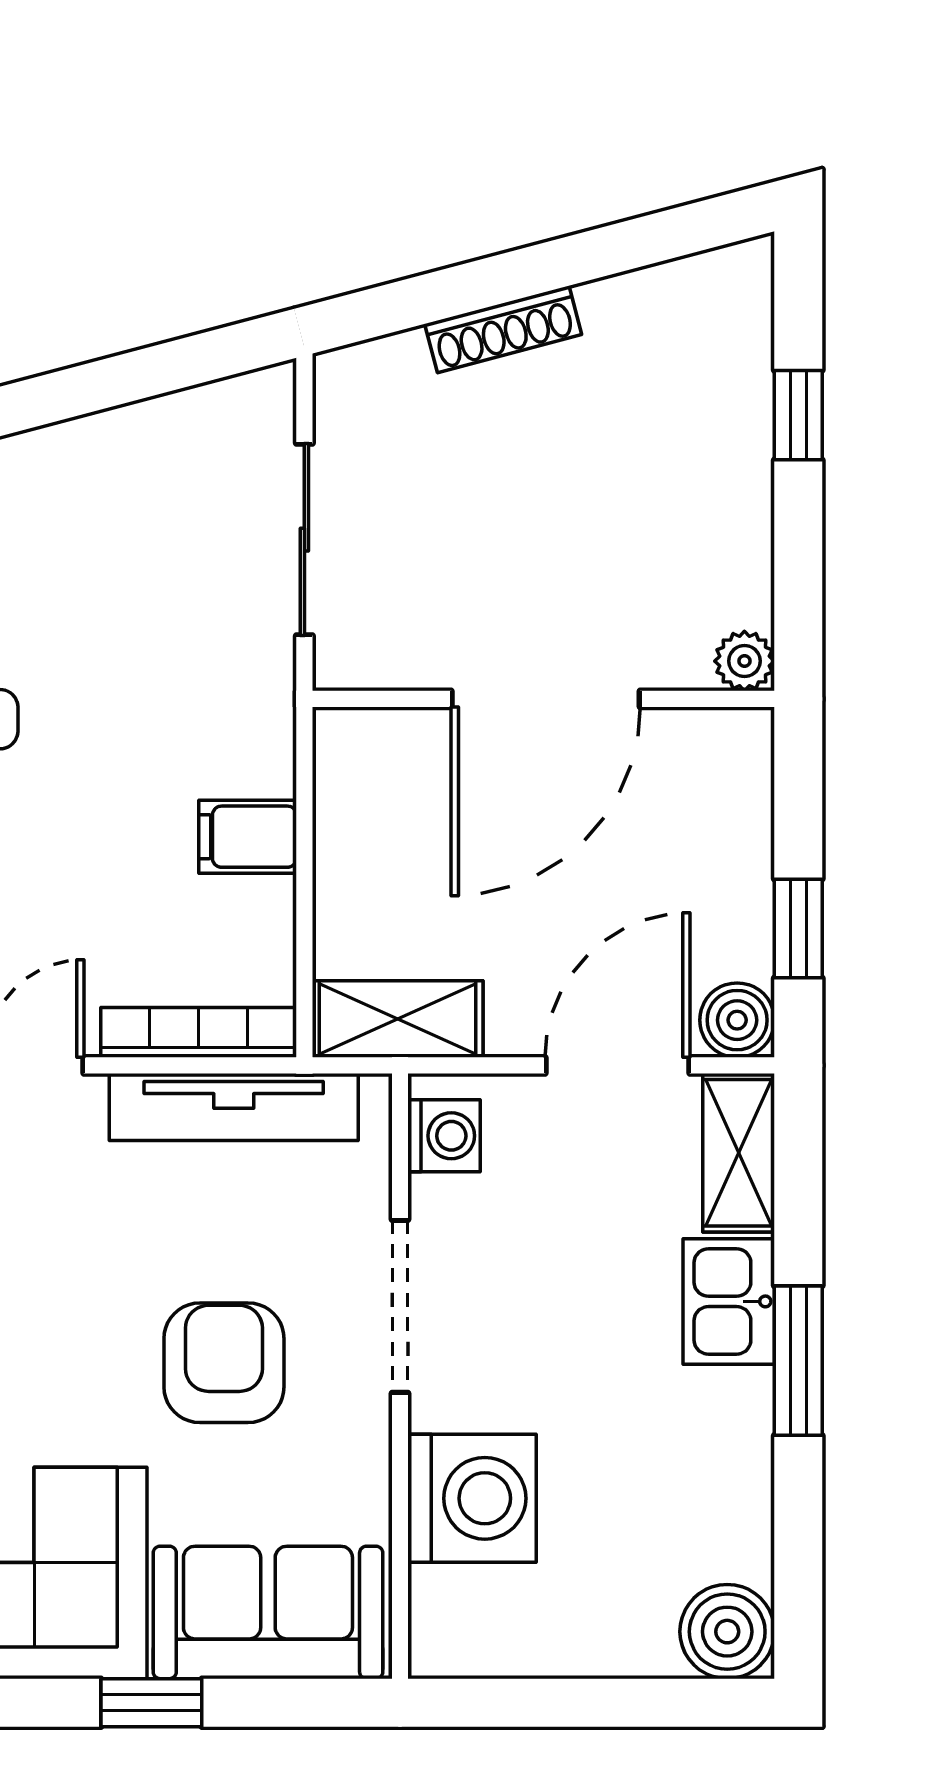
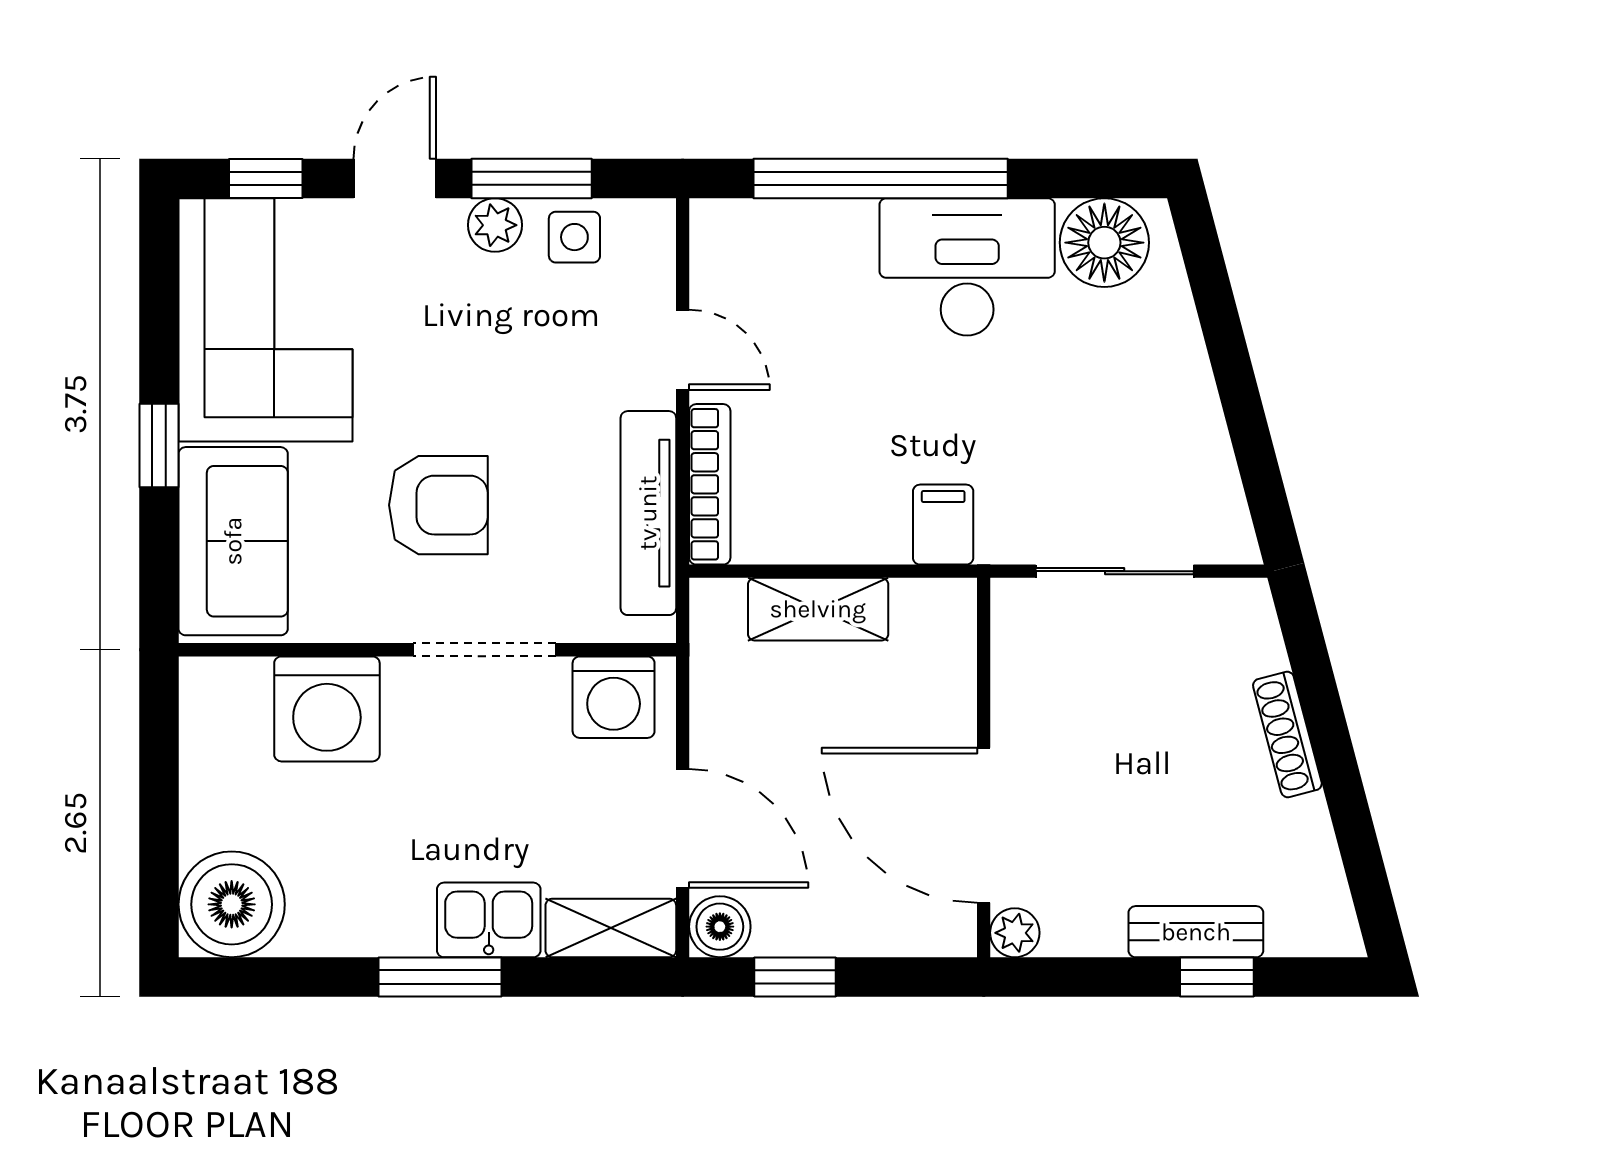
bench: (743, 441) -> (1196, 932), added
door: (546, 699) -> (984, 825), moved
filing cabinet: (248, 837) -> (943, 525), moved
shelving: (398, 1019) -> (818, 609), moved, turned 90
washing machine: (444, 1136) -> (614, 697), width x1.38, depth x1.38
boiler: (727, 1632) -> (232, 904), width x1.37, depth x1.37

